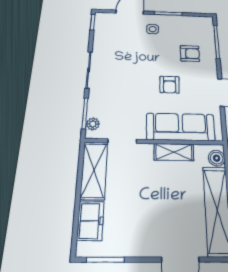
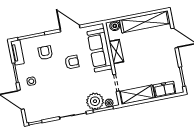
tv unit: (196, 21) -> (17, 52), added
plant: (101, 104) -> (95, 101), added

